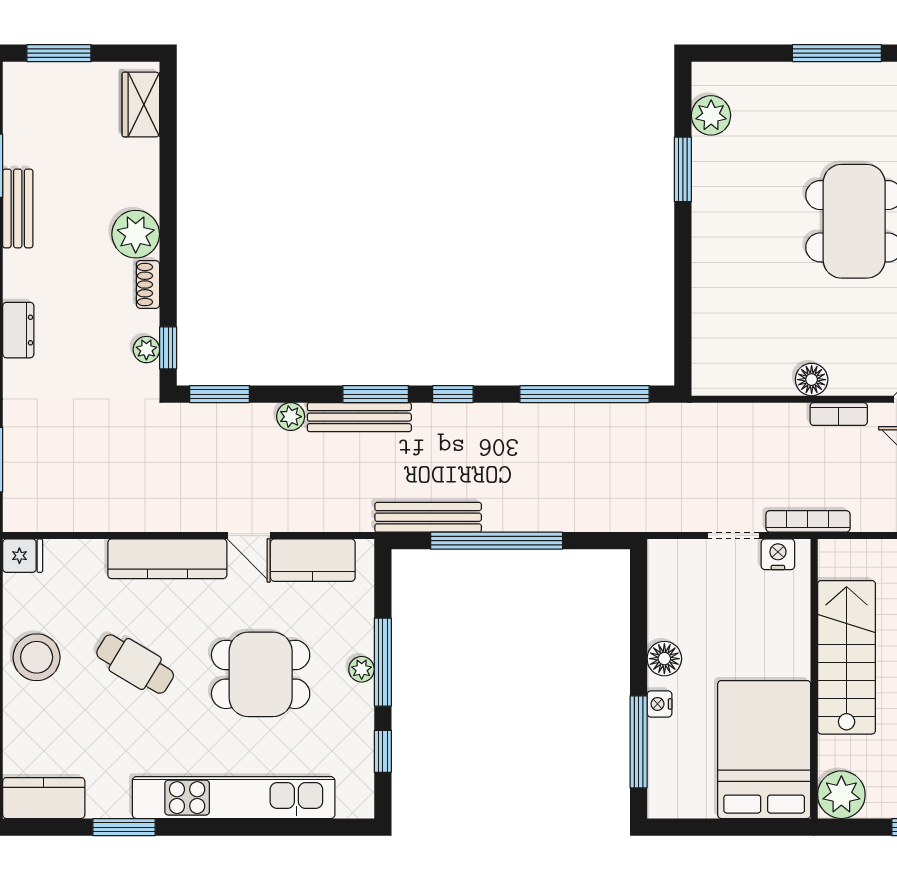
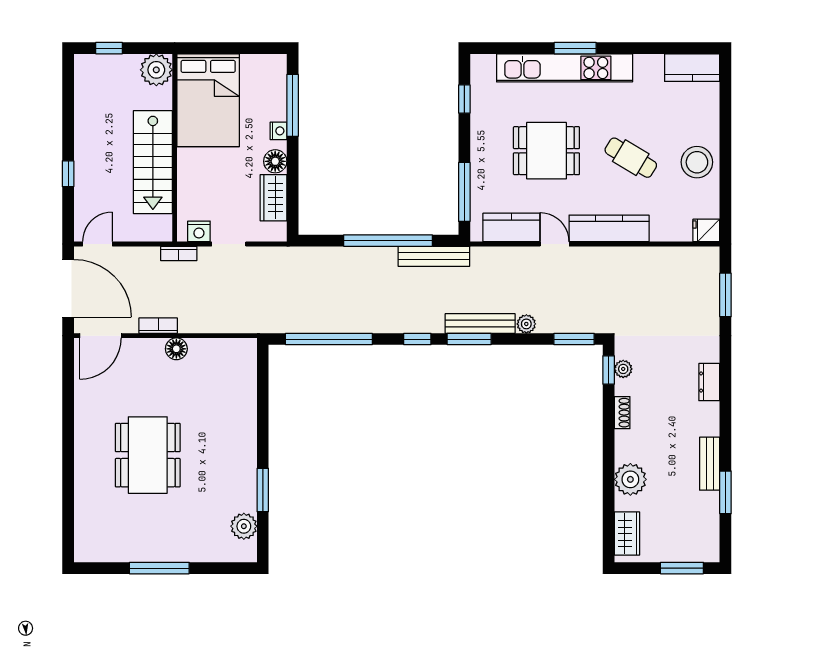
plant: (136, 234) -> (630, 479), moved
bookcase: (808, 521) -> (179, 253), width x0.64
wardrobe: (667, 604) -> (273, 198), added
window: (383, 662) -> (464, 192), moved
plant: (362, 669) -> (479, 154), removed
window: (124, 827) -> (575, 48), moved

